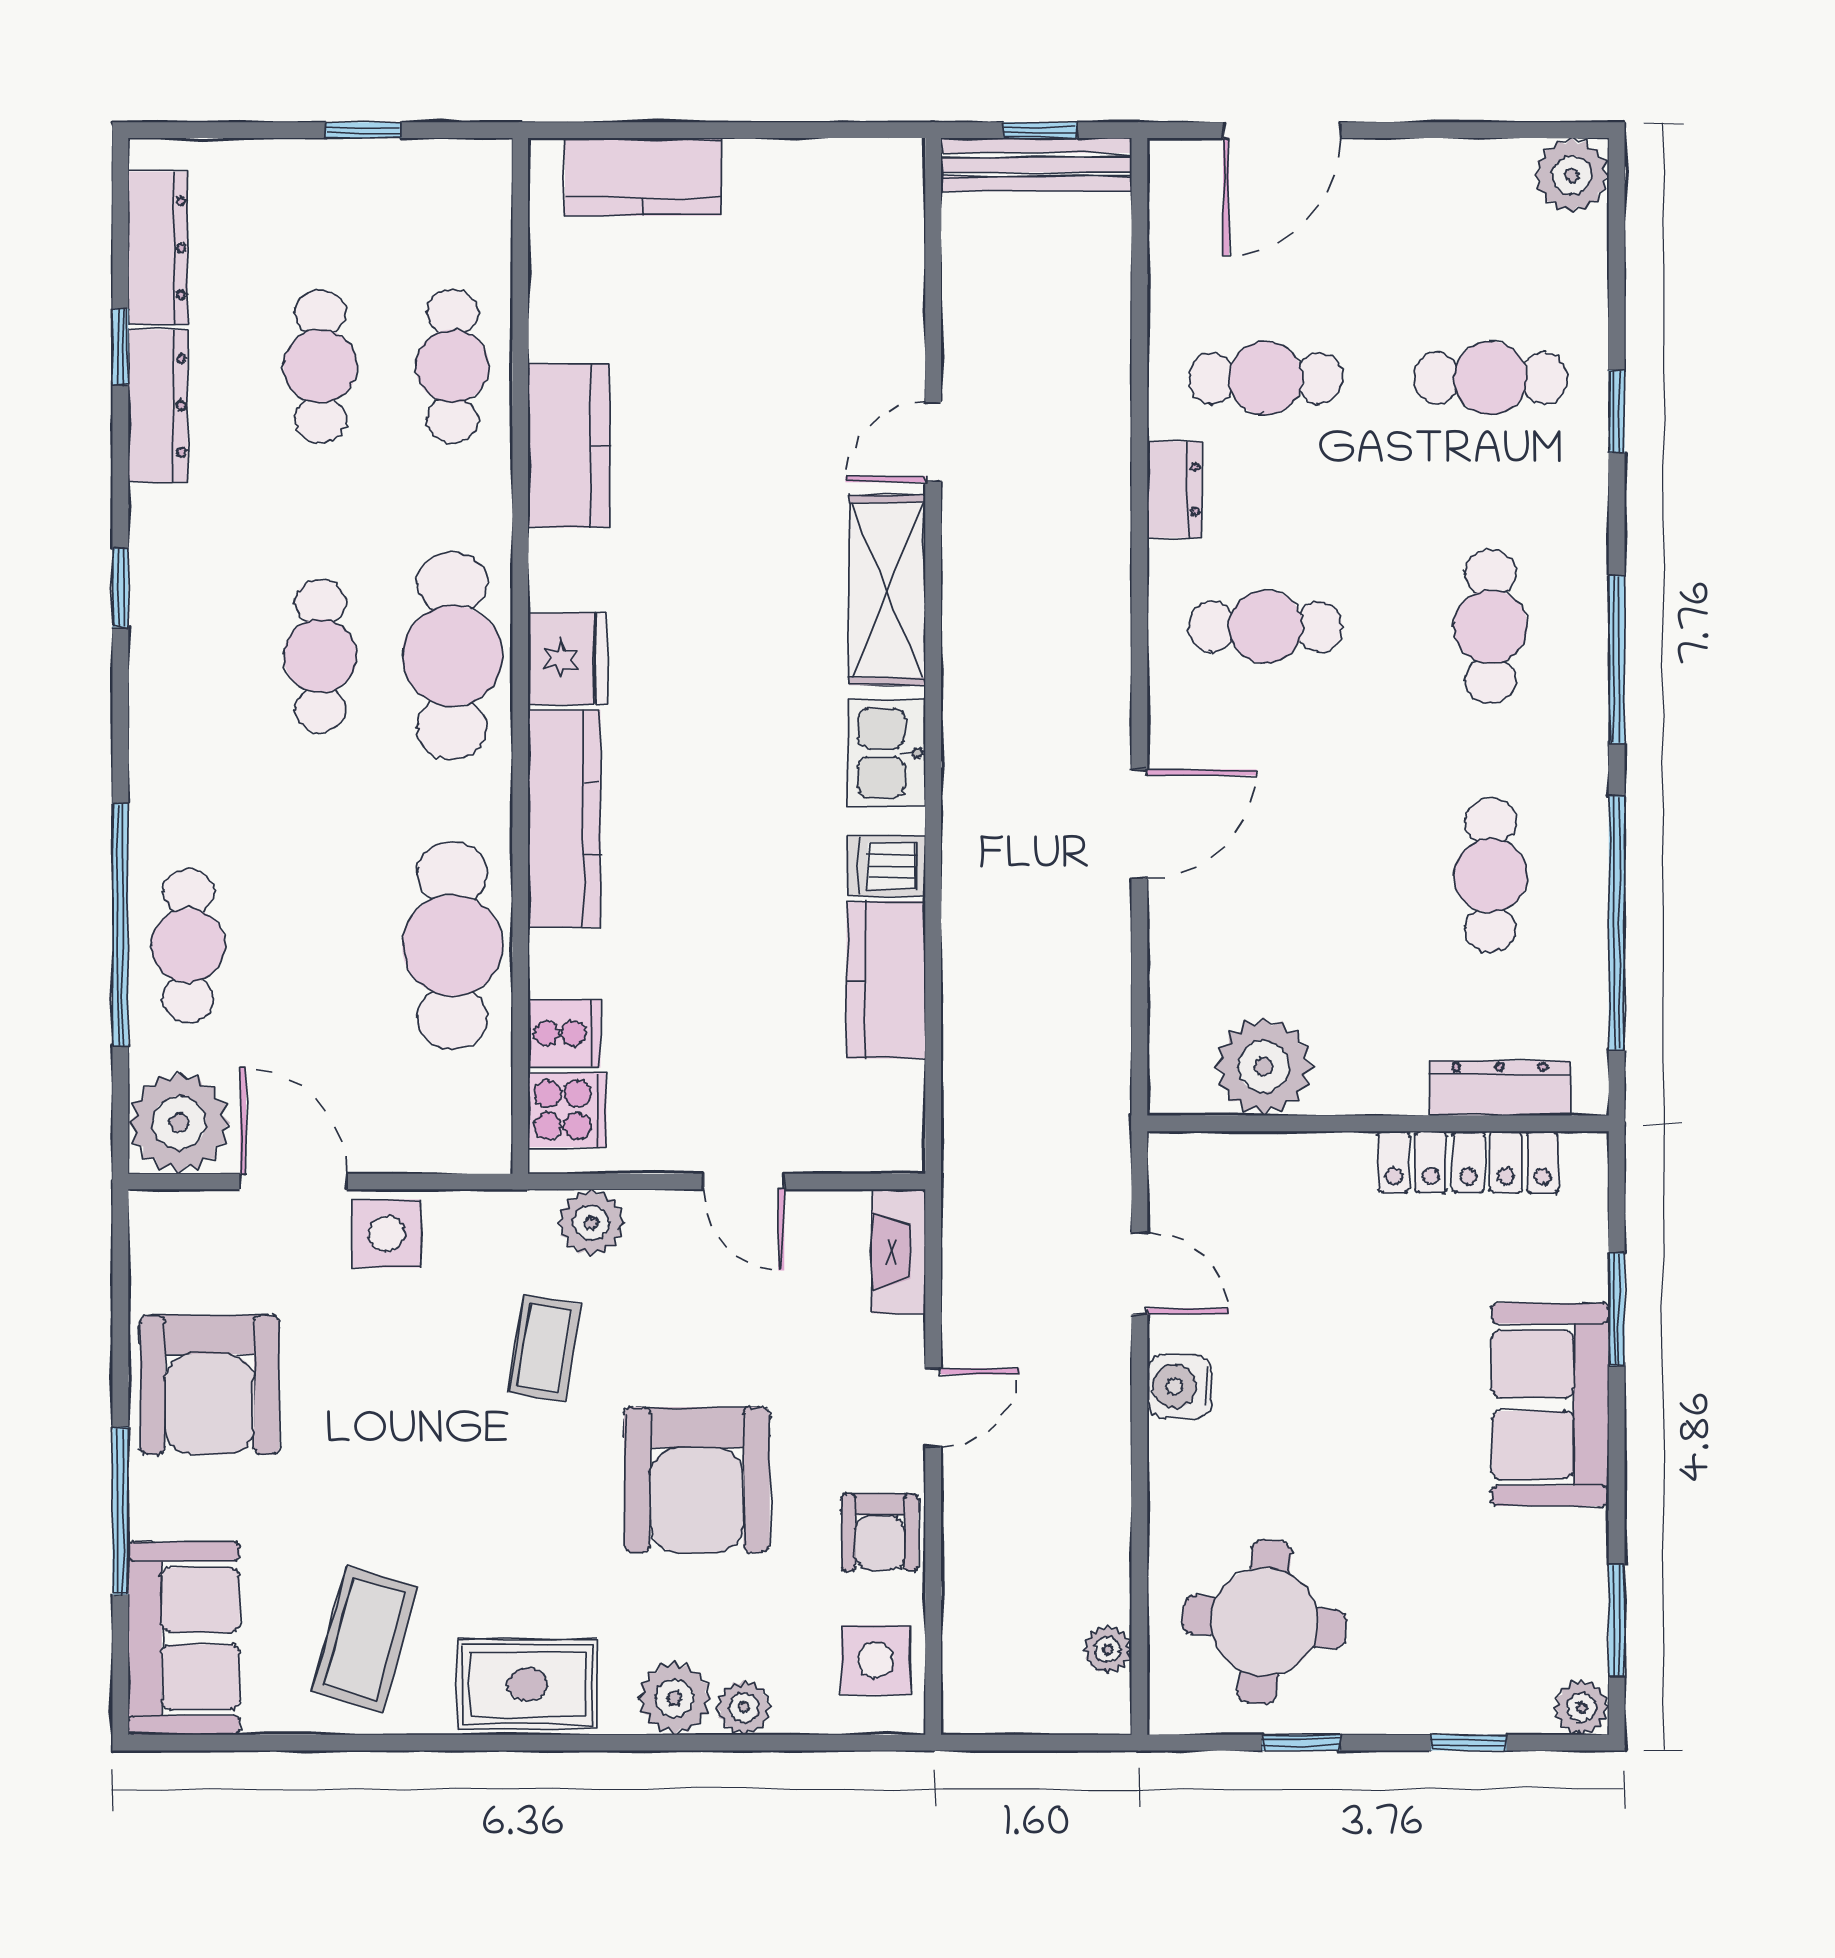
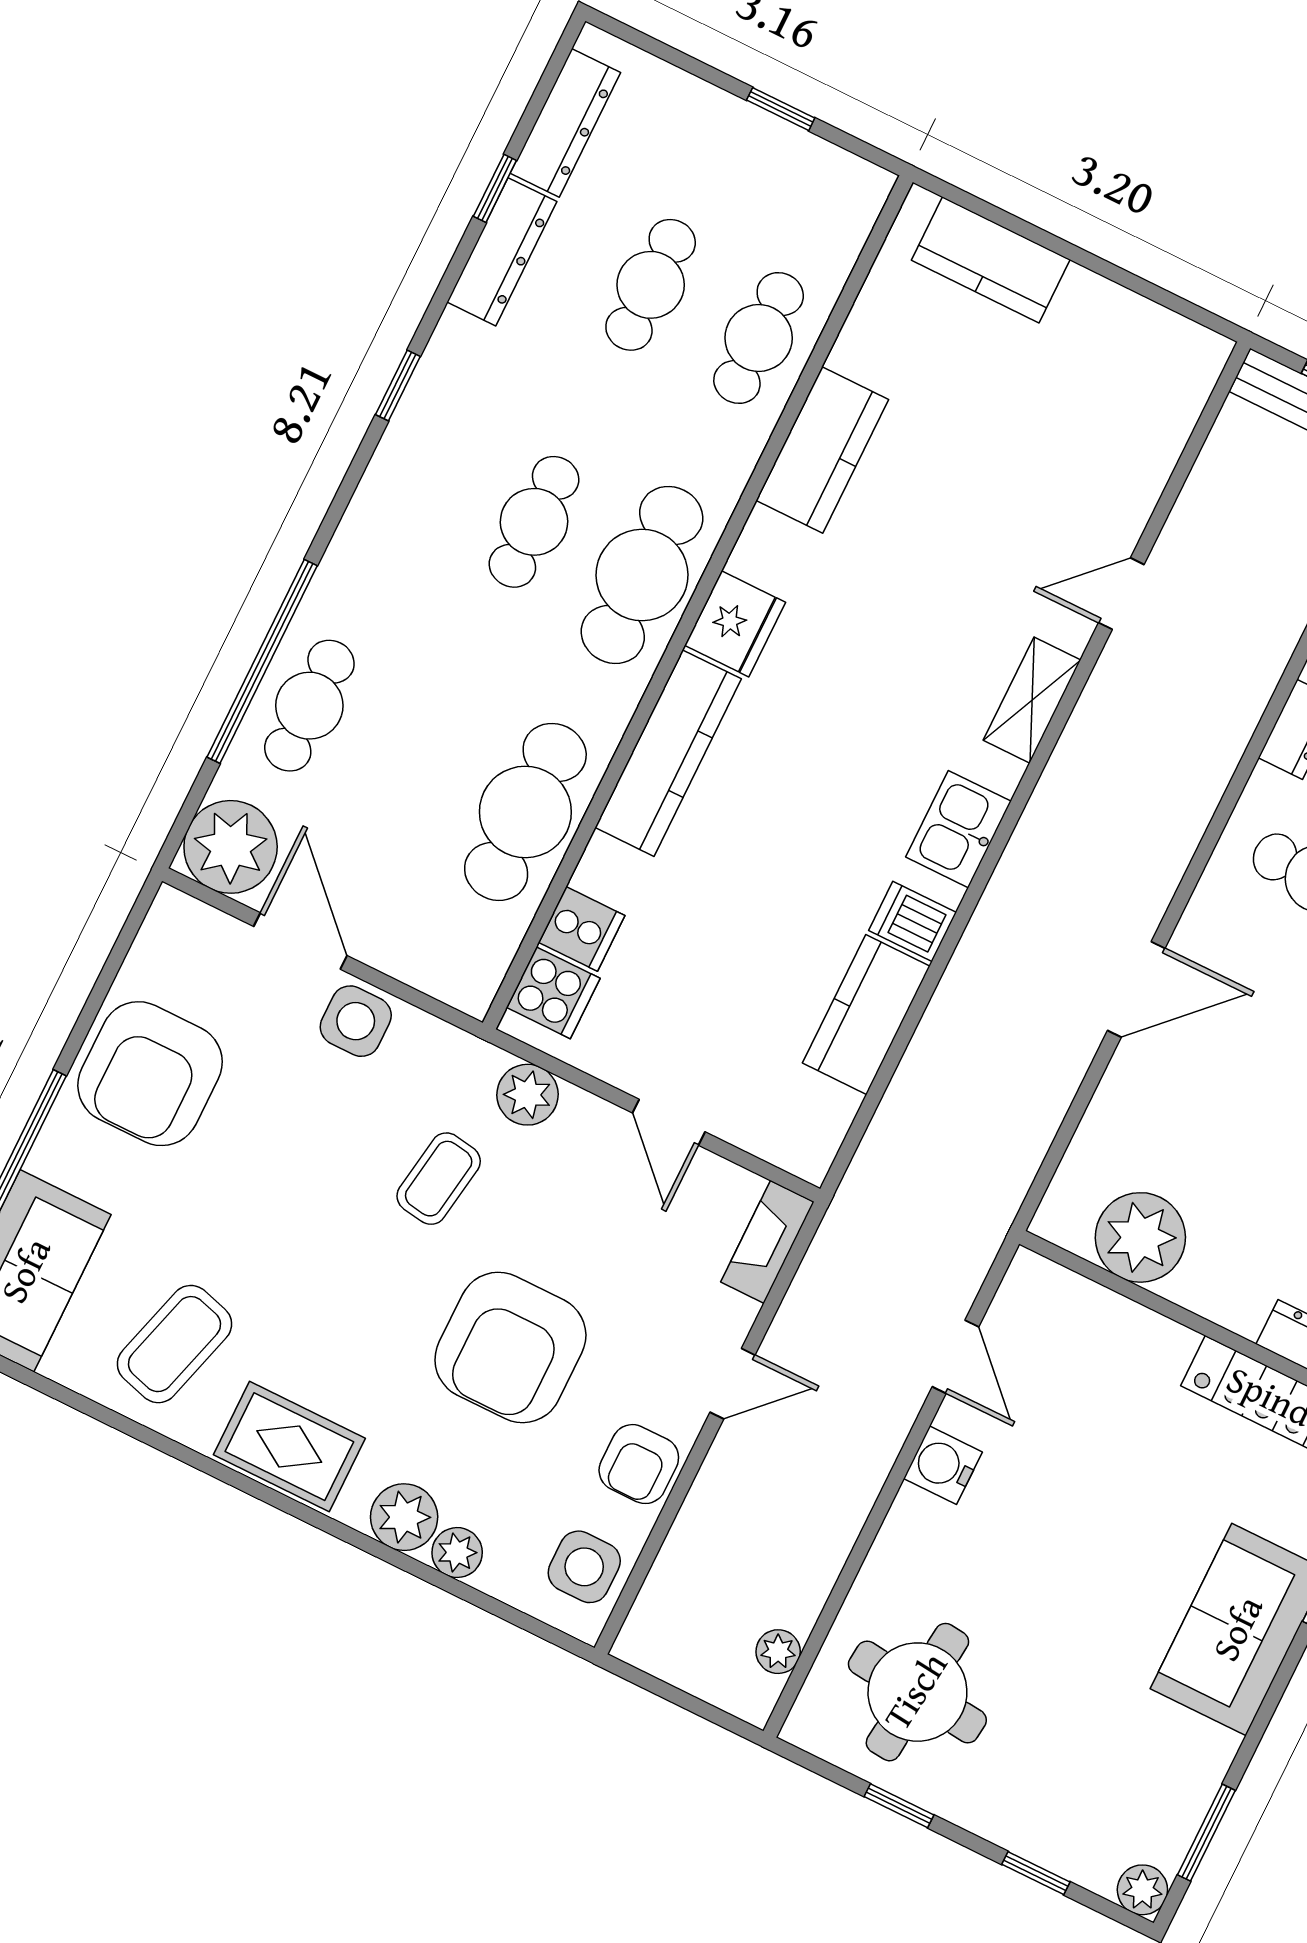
shelving: (887, 590) -> (1032, 700), width x0.67, depth x0.75

